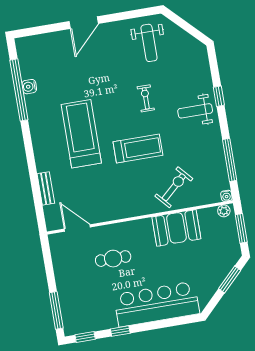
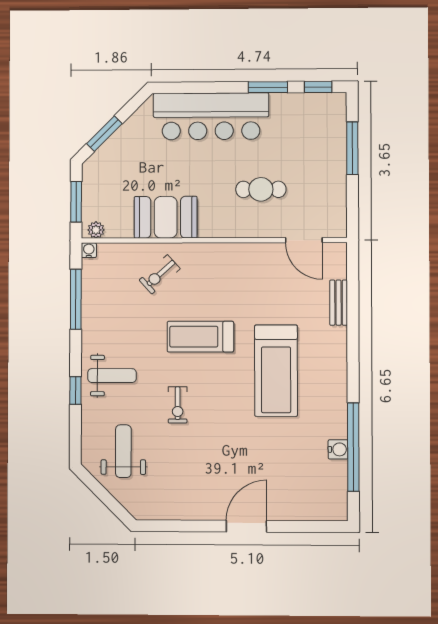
weight bench: (149, 43) -> (123, 451), moved
exercise bike: (174, 187) -> (160, 274), width x0.73, depth x0.72
window: (56, 310) -> (352, 148), moved
window: (120, 331) -> (268, 87), width x1.50

